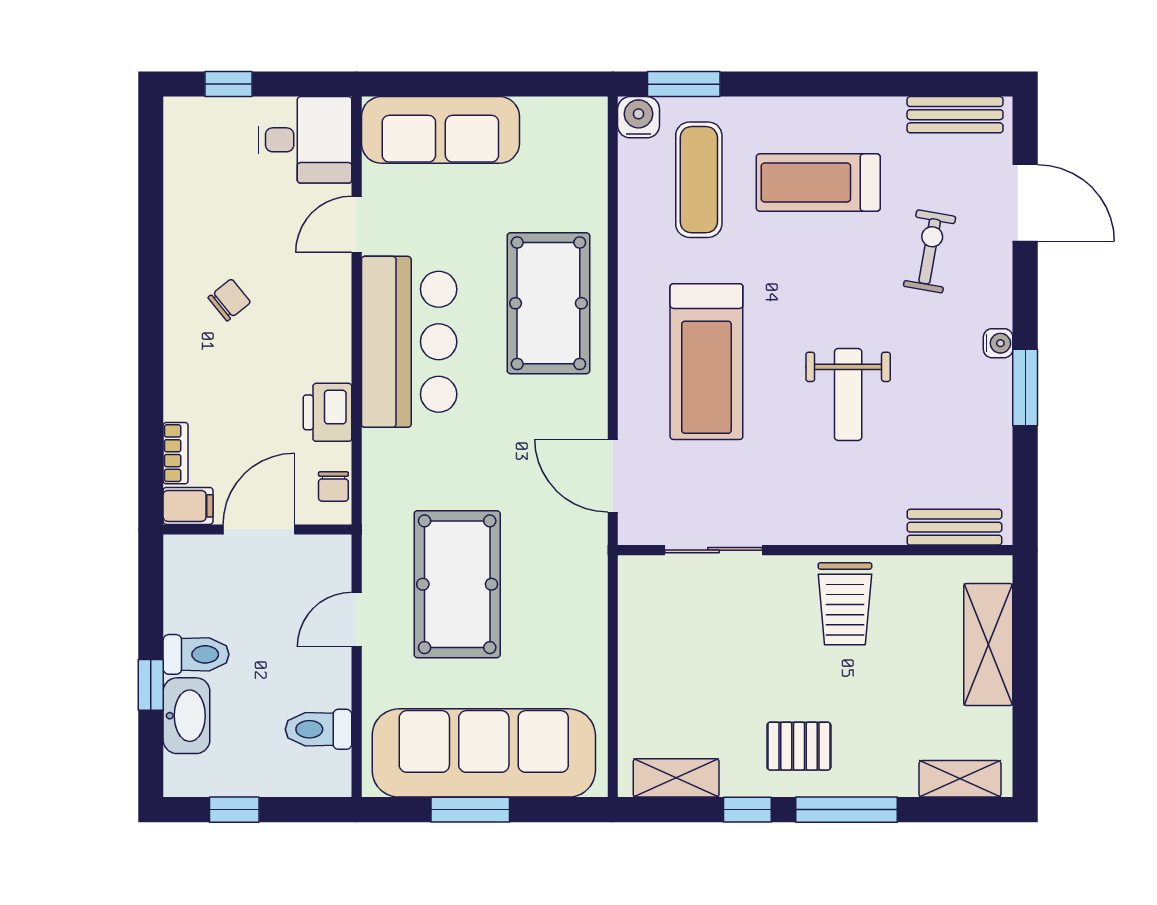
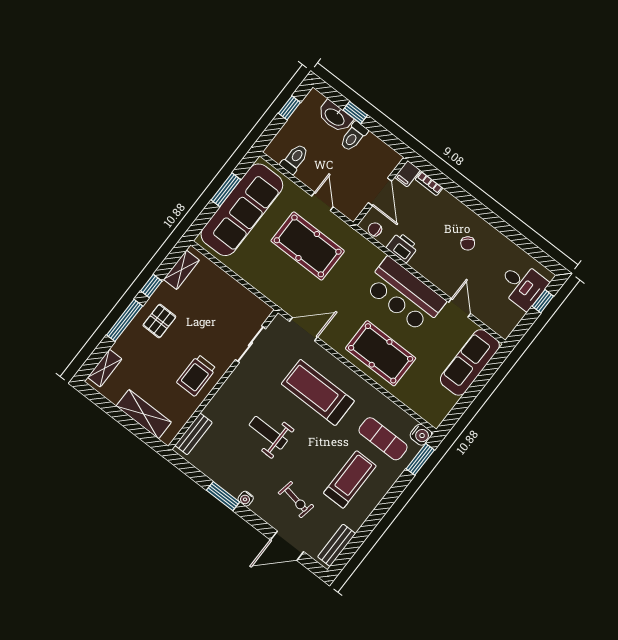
desk: (305, 140) -> (522, 285), moved, turned -90
trolley: (845, 604) -> (196, 375), turned -90

